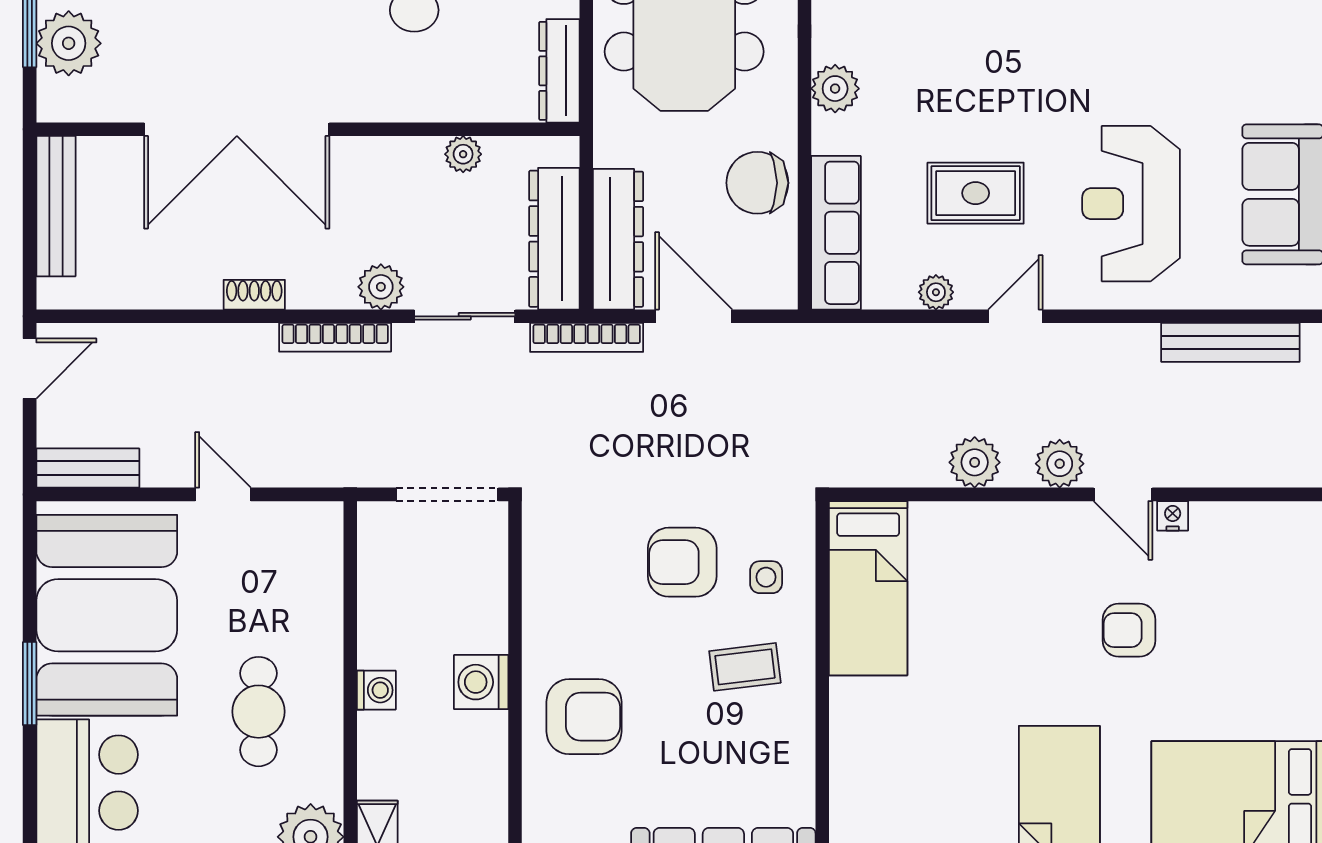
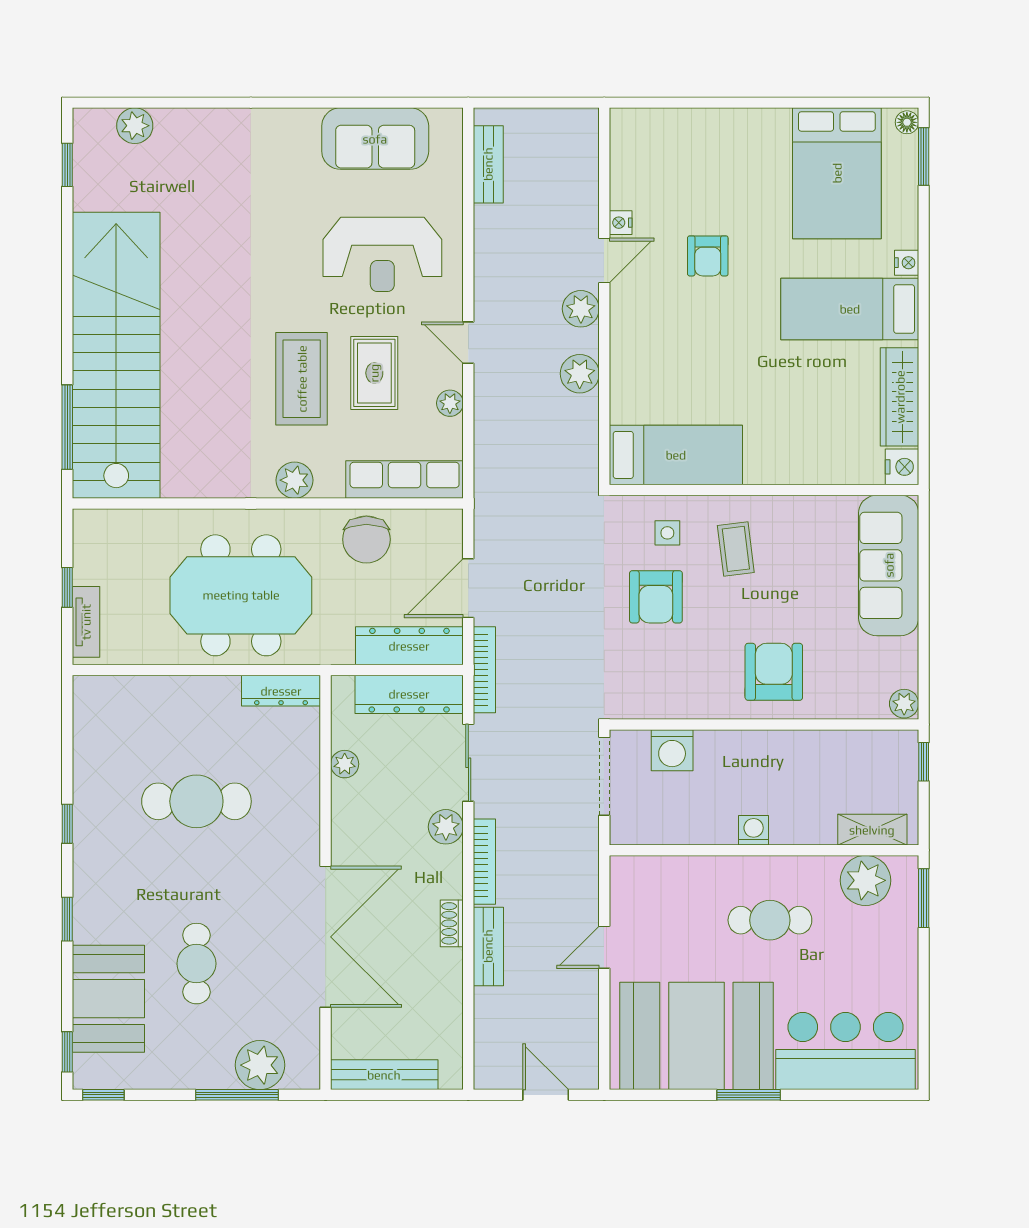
coffee table: (968, 98) -> (302, 379), added
bench: (1230, 342) -> (488, 164), width x0.73
door: (30, 369) -> (546, 1095), moved
bench: (88, 468) -> (488, 946), moved
washing machine: (481, 682) -> (672, 750), moved

